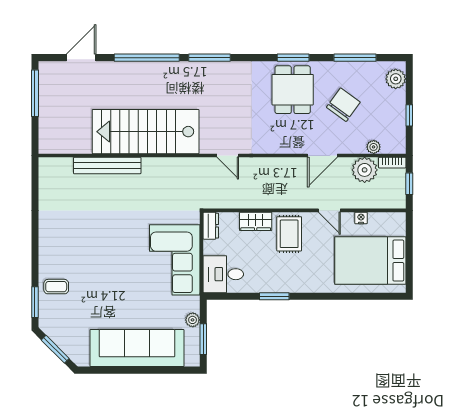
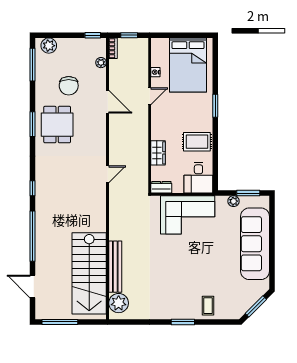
window: (210, 58) -> (33, 188), width x0.46
window: (355, 58) -> (33, 65), moved
dining table: (293, 90) -> (57, 125), turned 90
chair: (343, 105) -> (69, 86), turned -126
window: (409, 115) -> (93, 35), moved
stairs: (146, 132) -> (89, 273), moved
plant: (365, 170) -> (119, 303), moved
rug: (289, 234) -> (197, 142), moved
window: (274, 296) -> (215, 106), moved
window: (35, 302) -> (183, 322), moved

